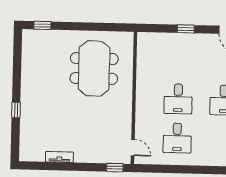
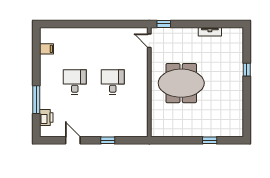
window: (42, 25) -> (210, 140), moved
meeting table: (94, 69) -> (181, 83), moved, turned 90
desk: (177, 138) -> (113, 50), removed

